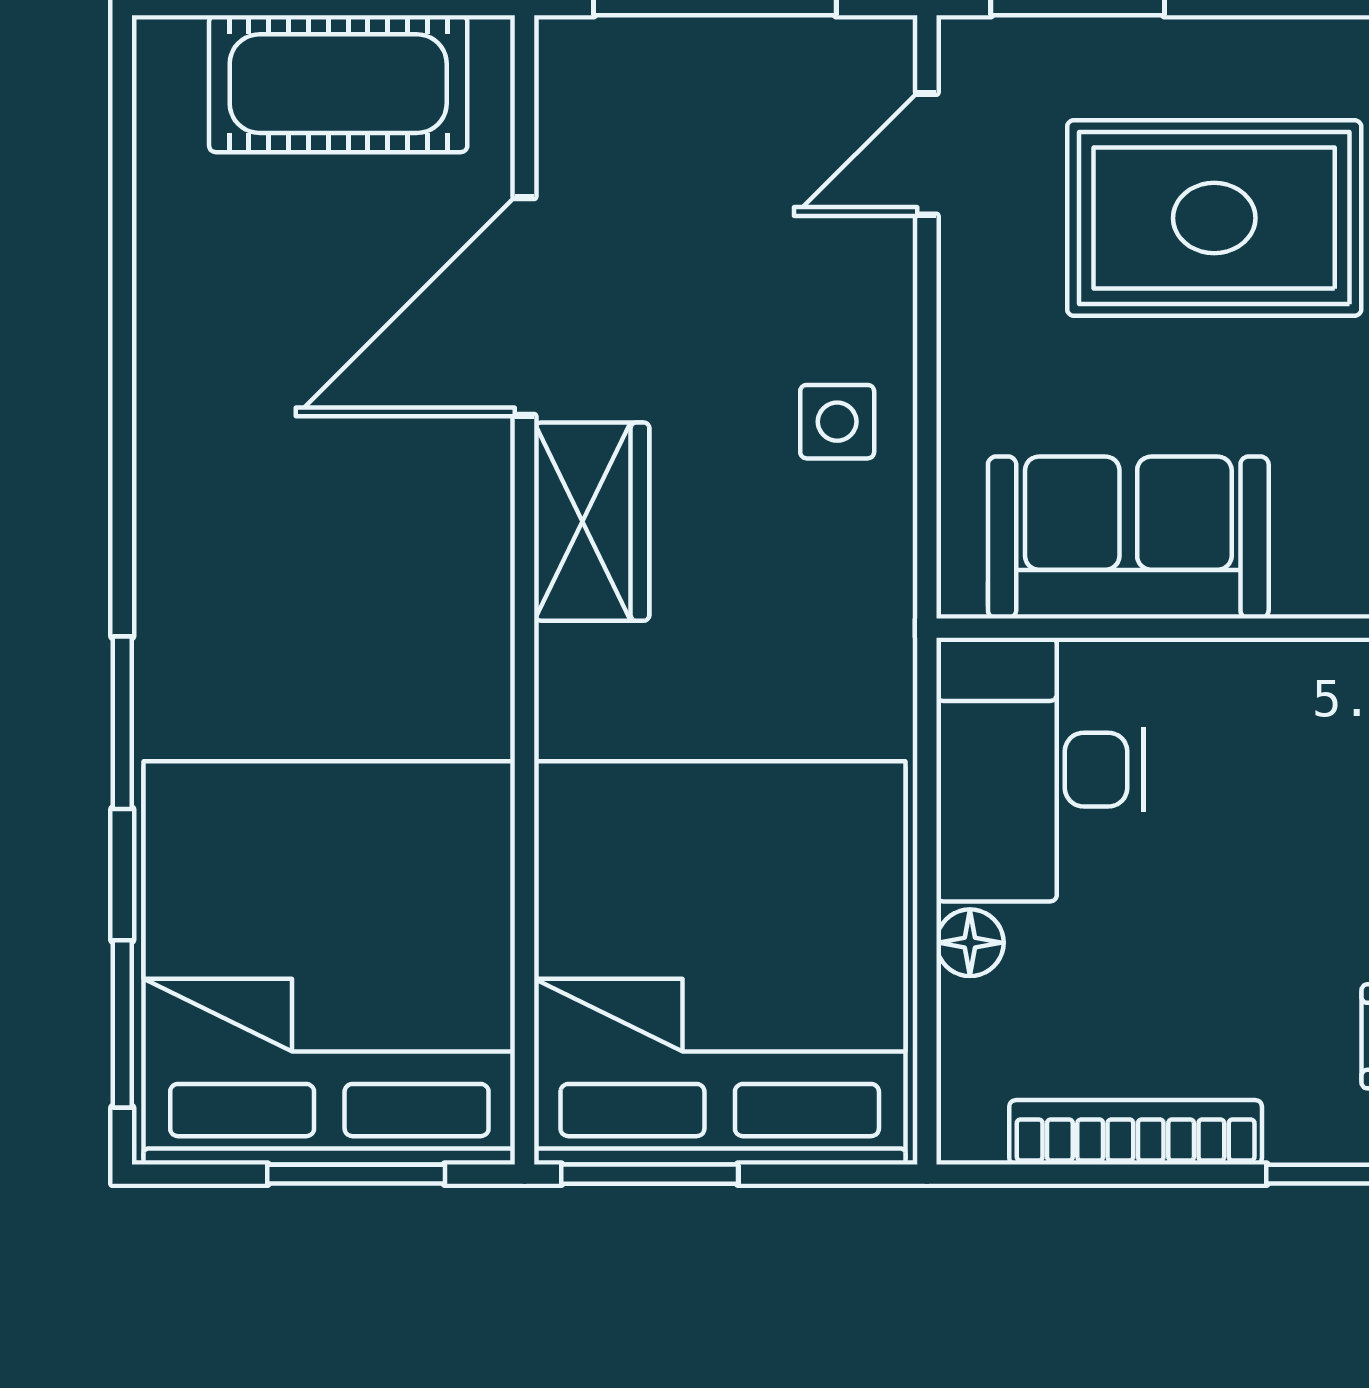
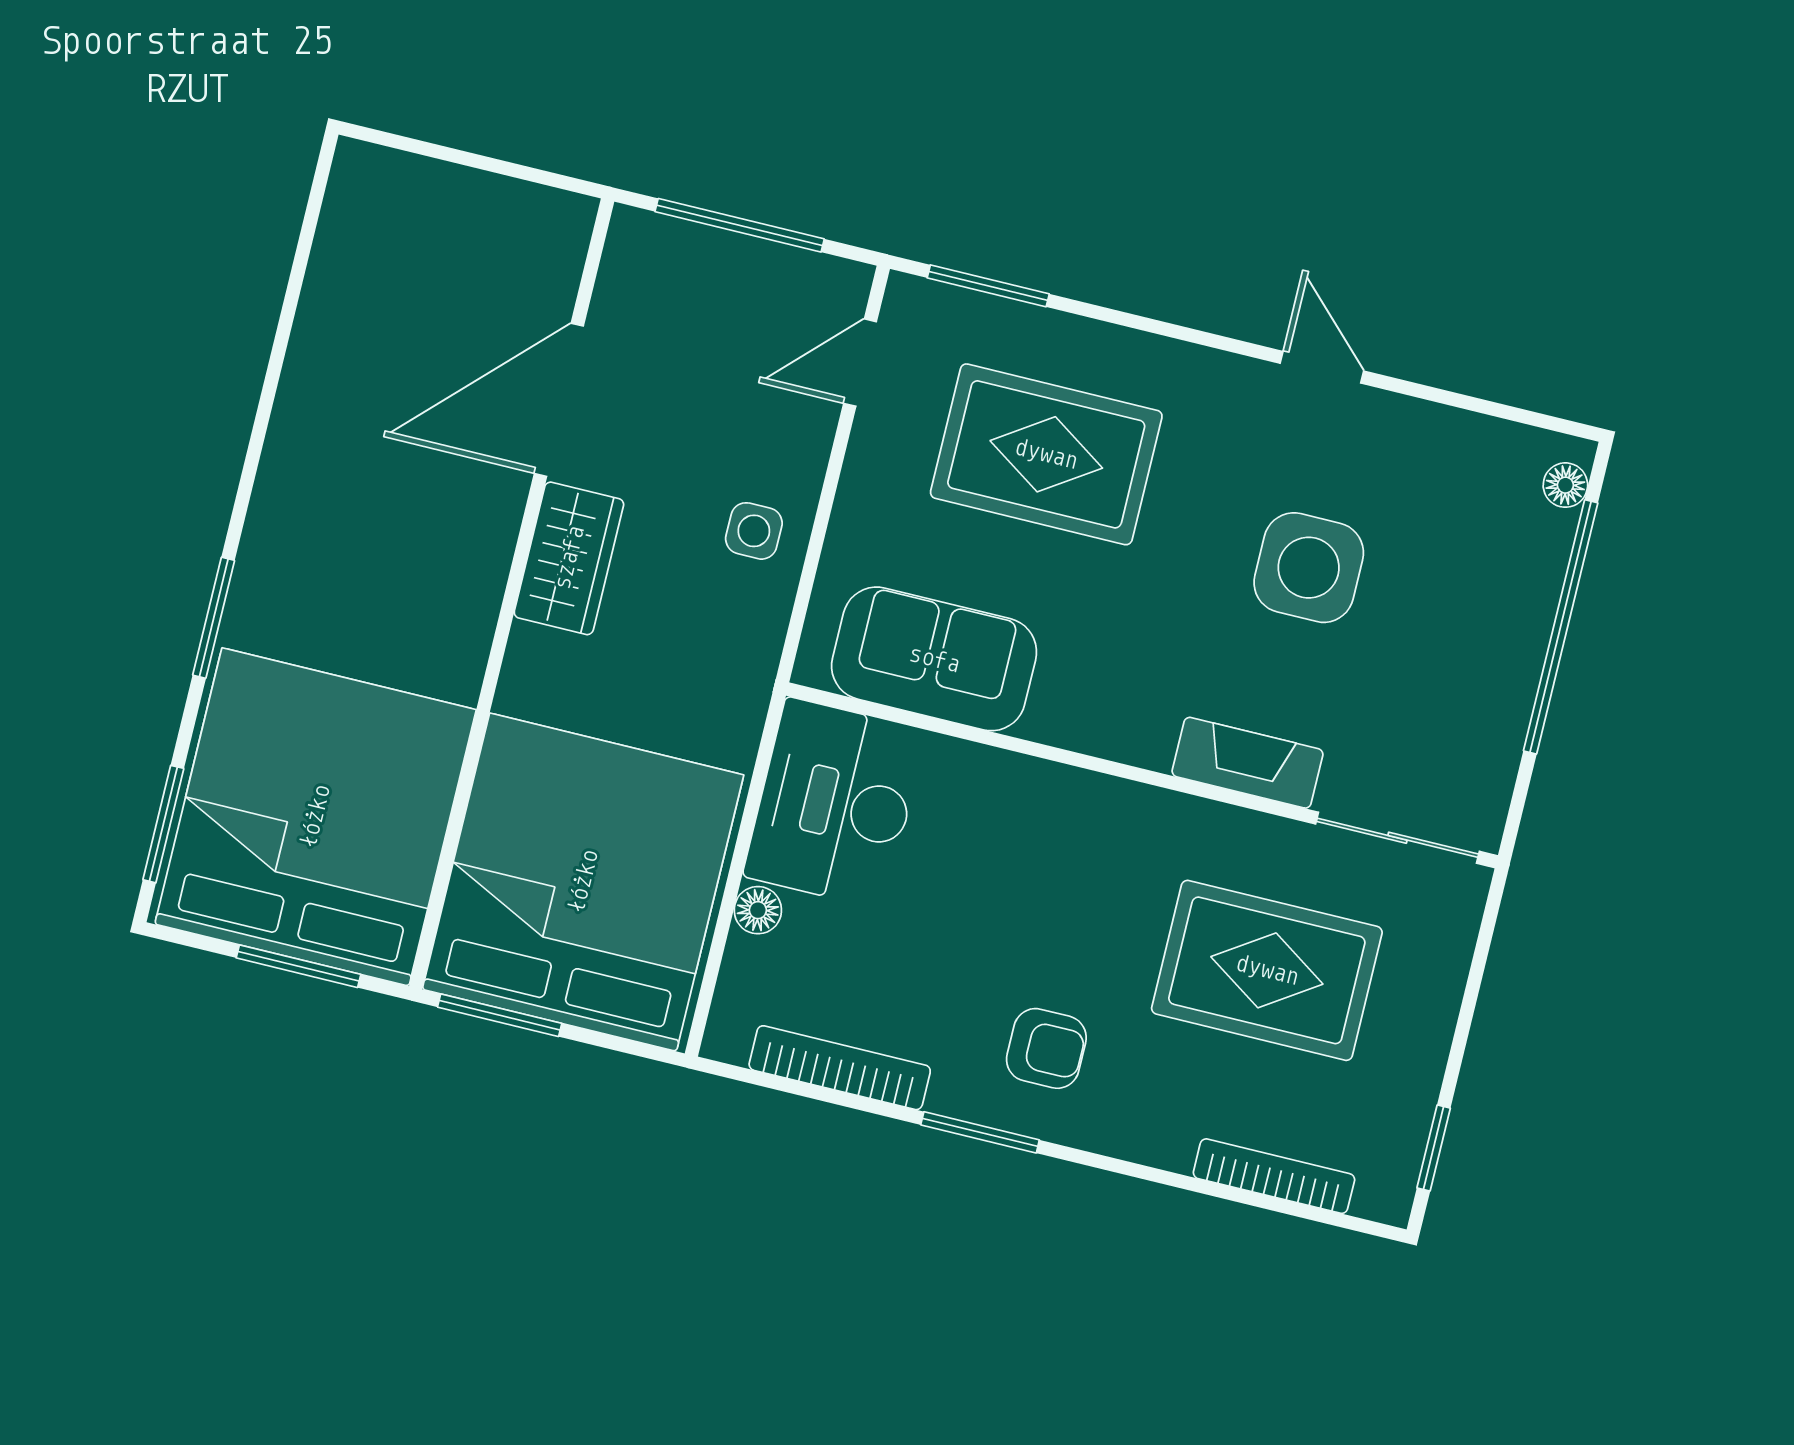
cot: (338, 84) -> (468, 216), removed

